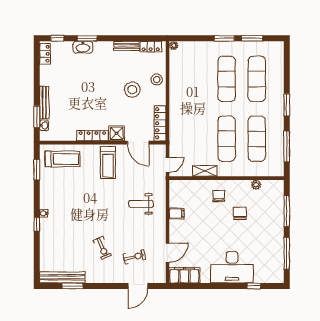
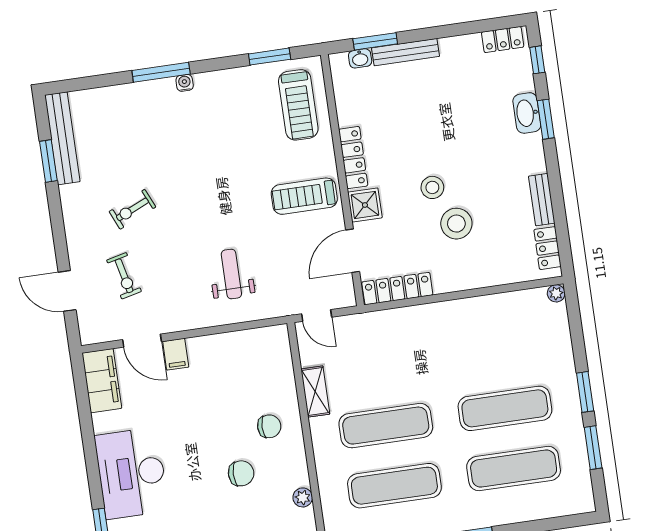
stool: (157, 79) -> (432, 187), moved
filing cabinet: (177, 214) -> (176, 354), moved
window: (37, 224) -> (161, 72), width x2.17

